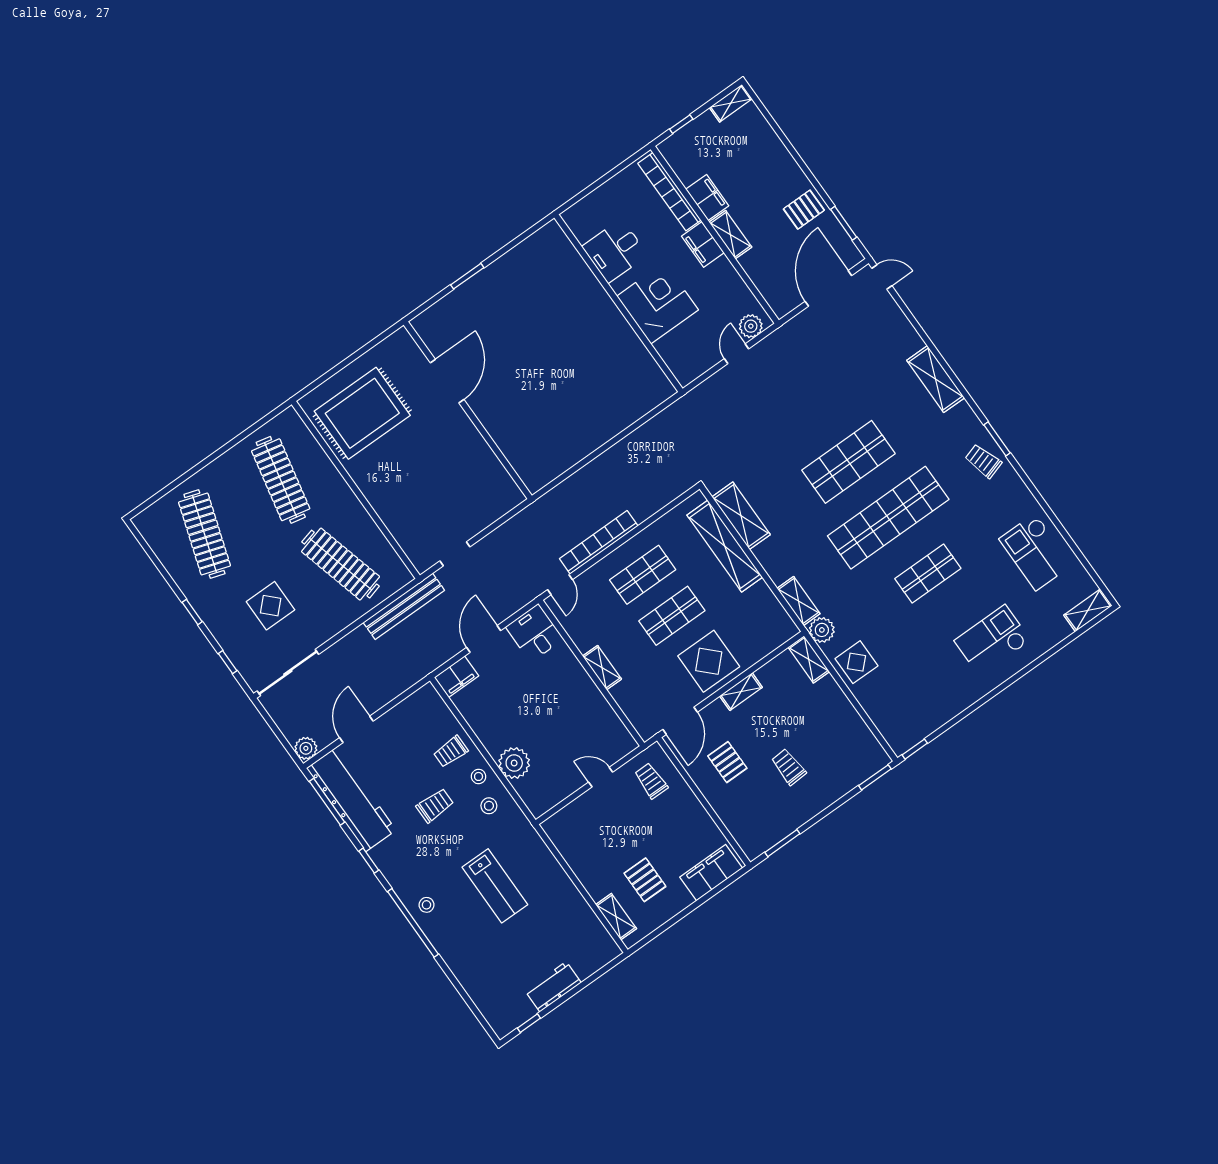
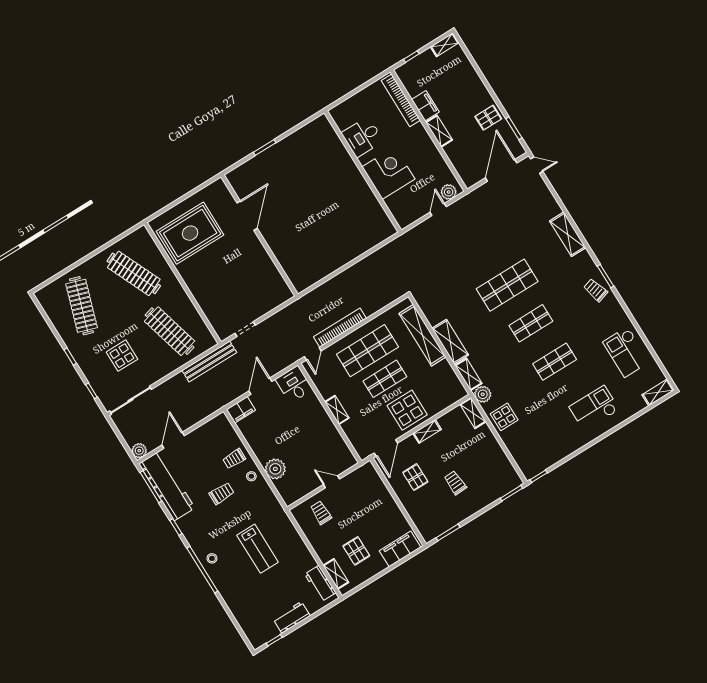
filing cabinet: (703, 244) -> (421, 136), removed
clothes rail: (281, 480) -> (134, 273), turned -36
shelving: (741, 516) -> (450, 342), moved
shop shelf: (888, 518) -> (531, 323), width x0.50, depth x0.74
shop shelf: (643, 575) -> (367, 351), width x1.43, depth x1.36
trolley: (651, 781) -> (321, 513), moved
stool: (489, 806) -> (257, 496), removed
workbench: (593, 933) -> (320, 583), added

